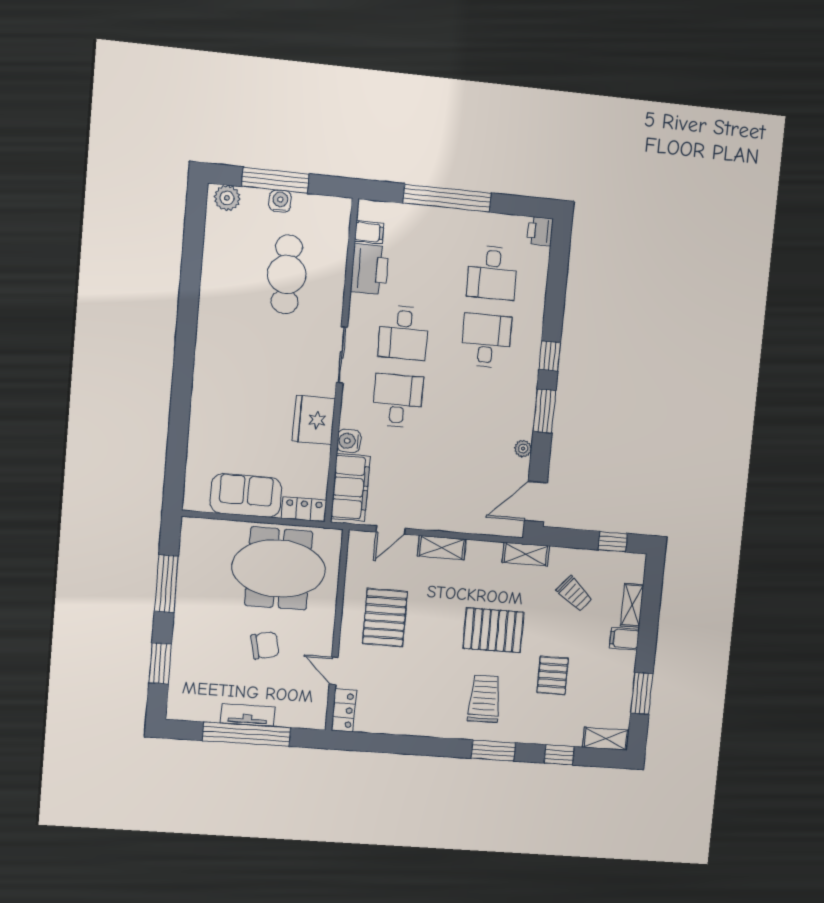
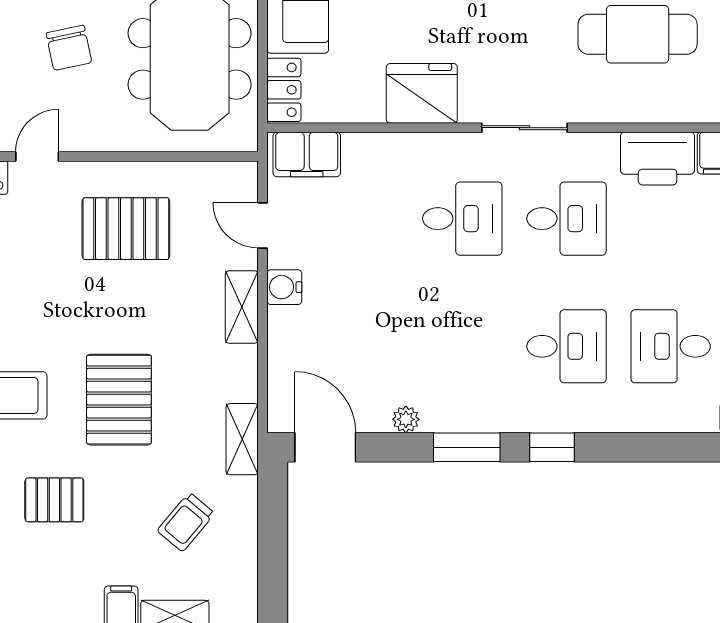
desk: (404, 333) -> (566, 219), turned 180
water cooler: (349, 441) -> (284, 287), moved, turned -90
filing cabinet: (351, 487) -> (307, 154), width x0.67, depth x0.86
window: (613, 542) -> (273, 574), removed

